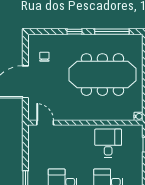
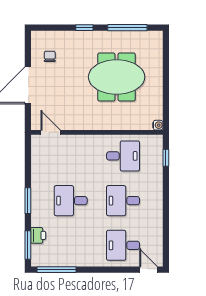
meeting table: (102, 75) -> (117, 77), width x0.73
desk: (108, 143) -> (123, 156), turned 90

